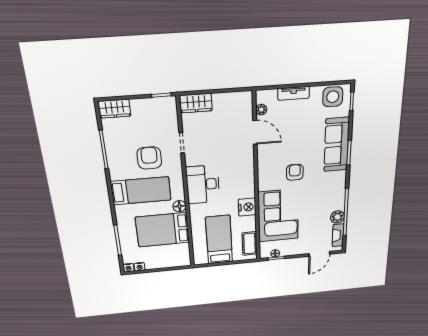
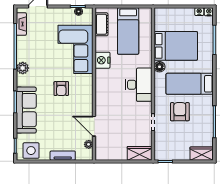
armchair: (149, 158) -> (180, 112), turned 180
plant: (337, 217) -> (23, 68), moved

